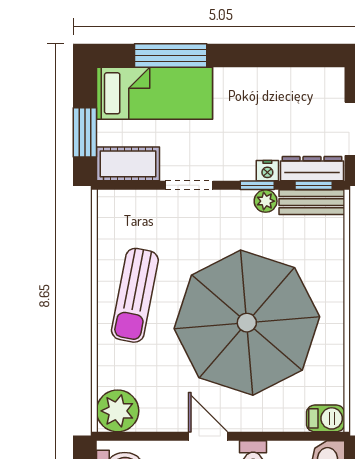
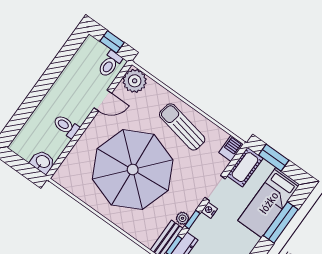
nightstand: (267, 171) -> (209, 210), moved
barbecue: (326, 418) -> (231, 148), moved, turned 180
door: (208, 436) -> (103, 100), moved

